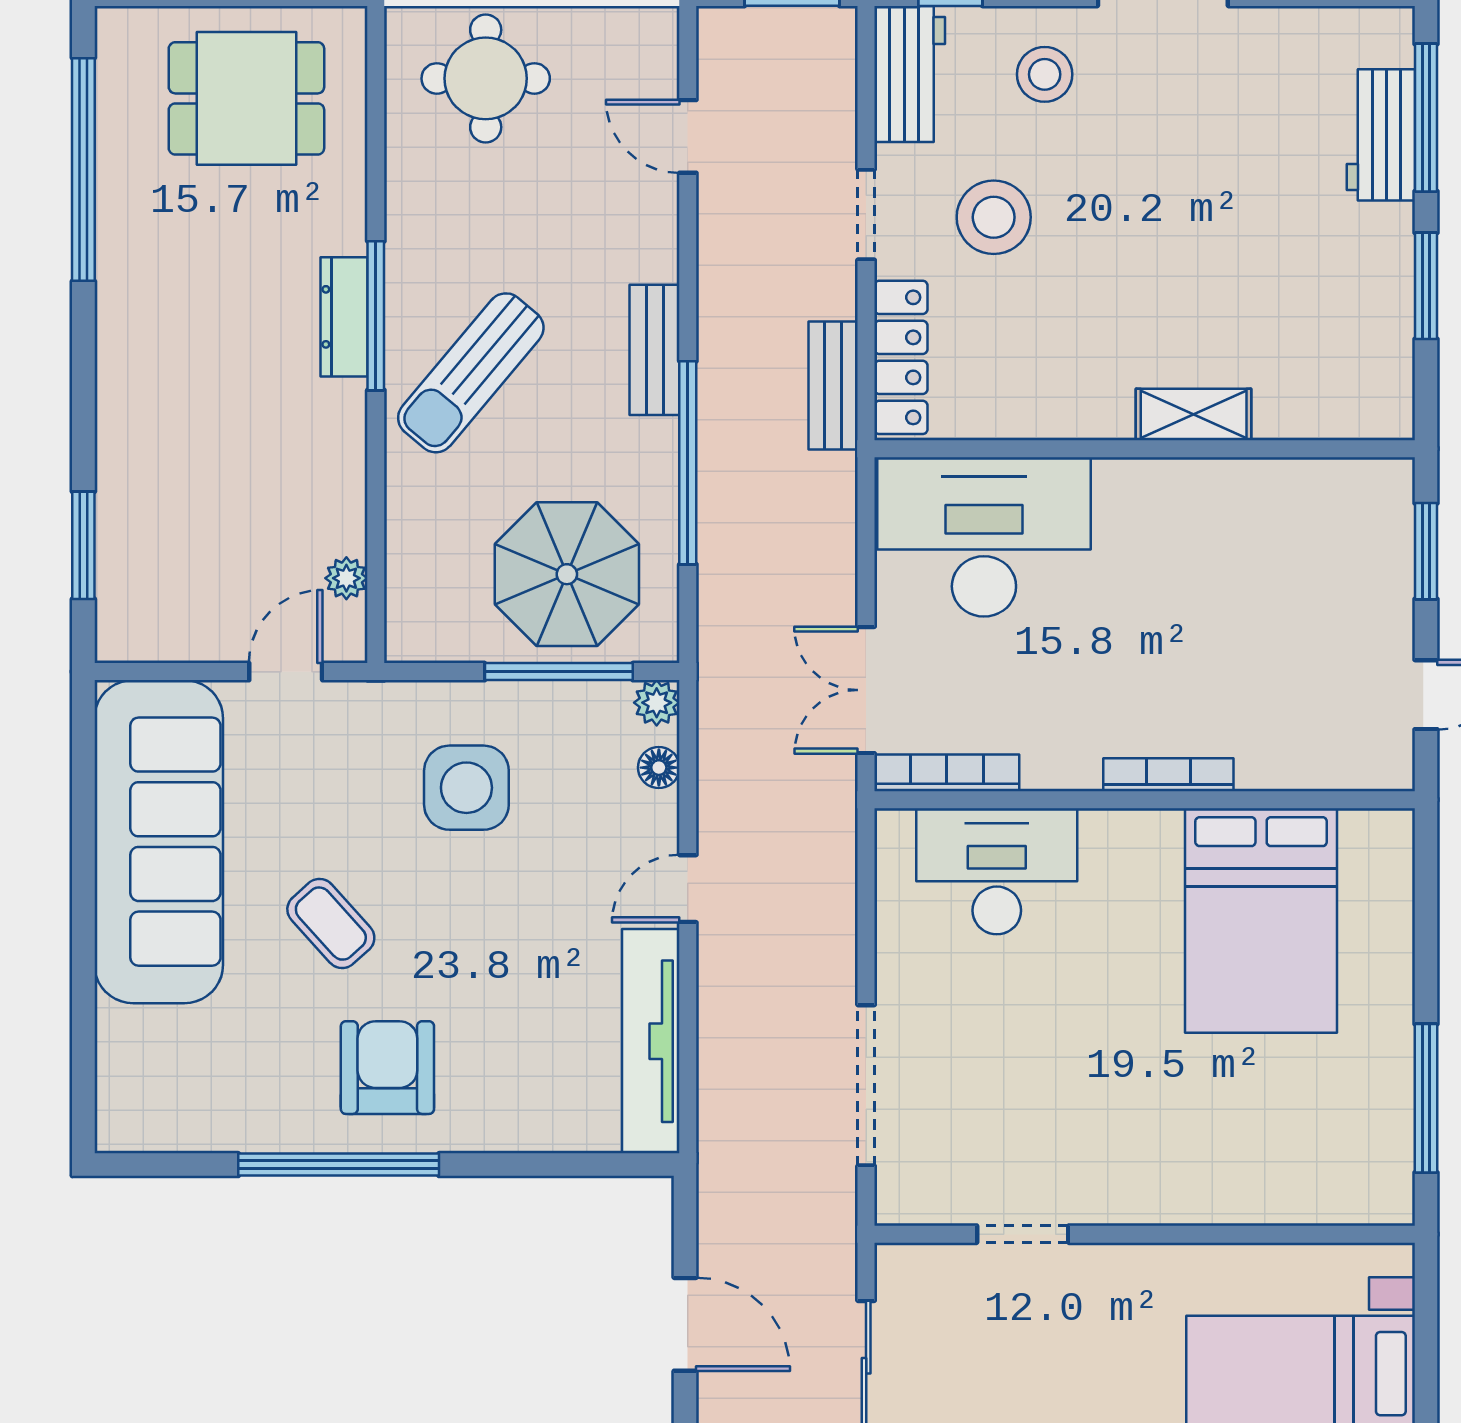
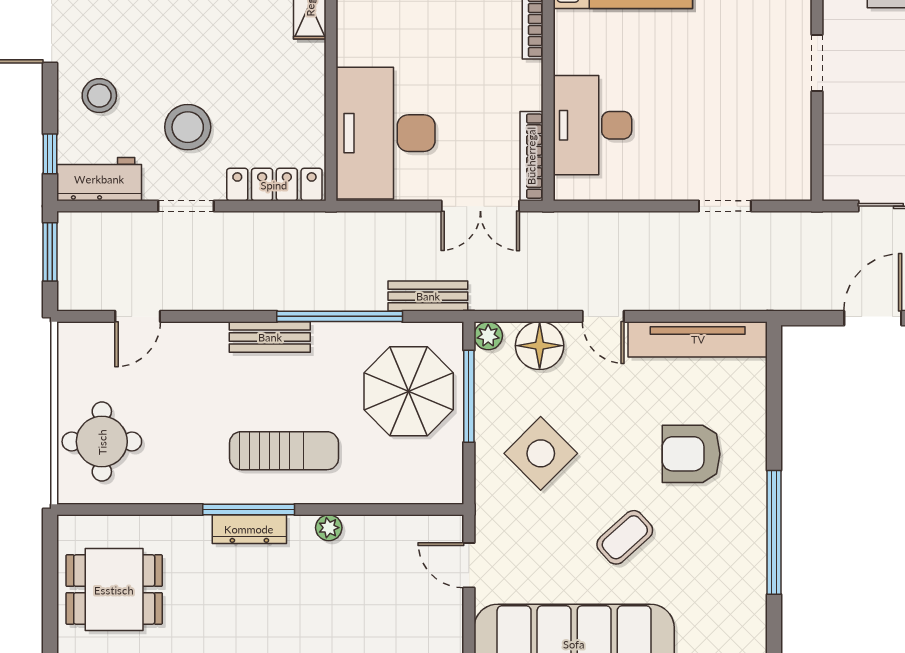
dining table: (246, 98) -> (114, 590), turned 90
sun lounger: (471, 373) -> (284, 451), turned -40
bench: (833, 386) -> (428, 296), moved
plant: (346, 578) -> (329, 528), moved
floor lamp: (659, 768) -> (540, 346), width x1.89, depth x1.89
side table: (466, 788) -> (541, 453), turned 45
armchair: (387, 1068) -> (691, 454), moved
doorway: (866, 1085) -> (725, 206), width x0.53
doorway: (1023, 1234) -> (817, 63), moved

